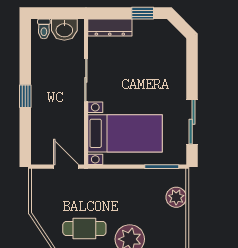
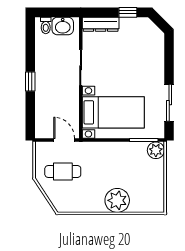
plant: (176, 197) -> (156, 150), moved
cafe table: (84, 228) -> (63, 172), moved

